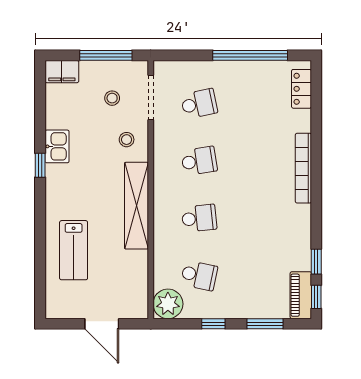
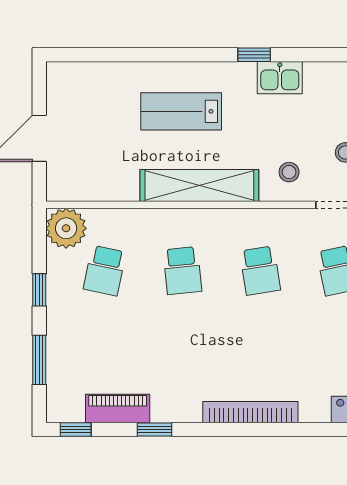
lab bench: (74, 250) -> (181, 111), moved
window: (316, 262) -> (155, 430), moved
piano: (301, 295) -> (118, 409), moved

